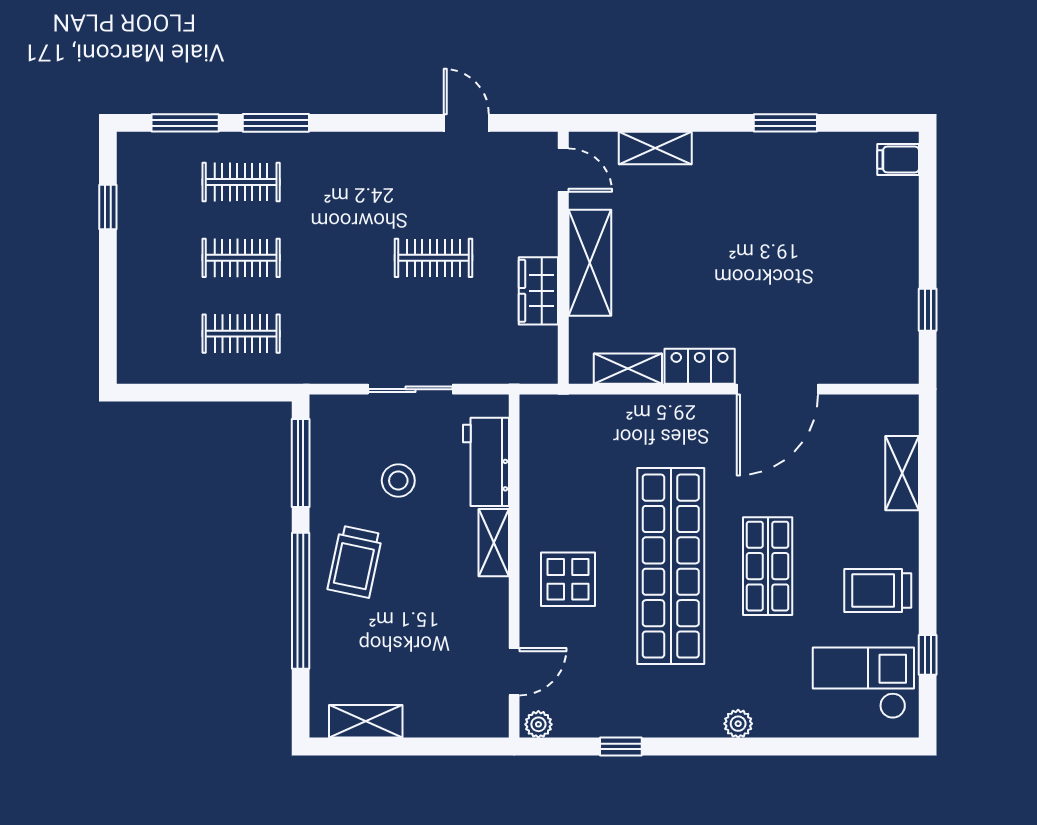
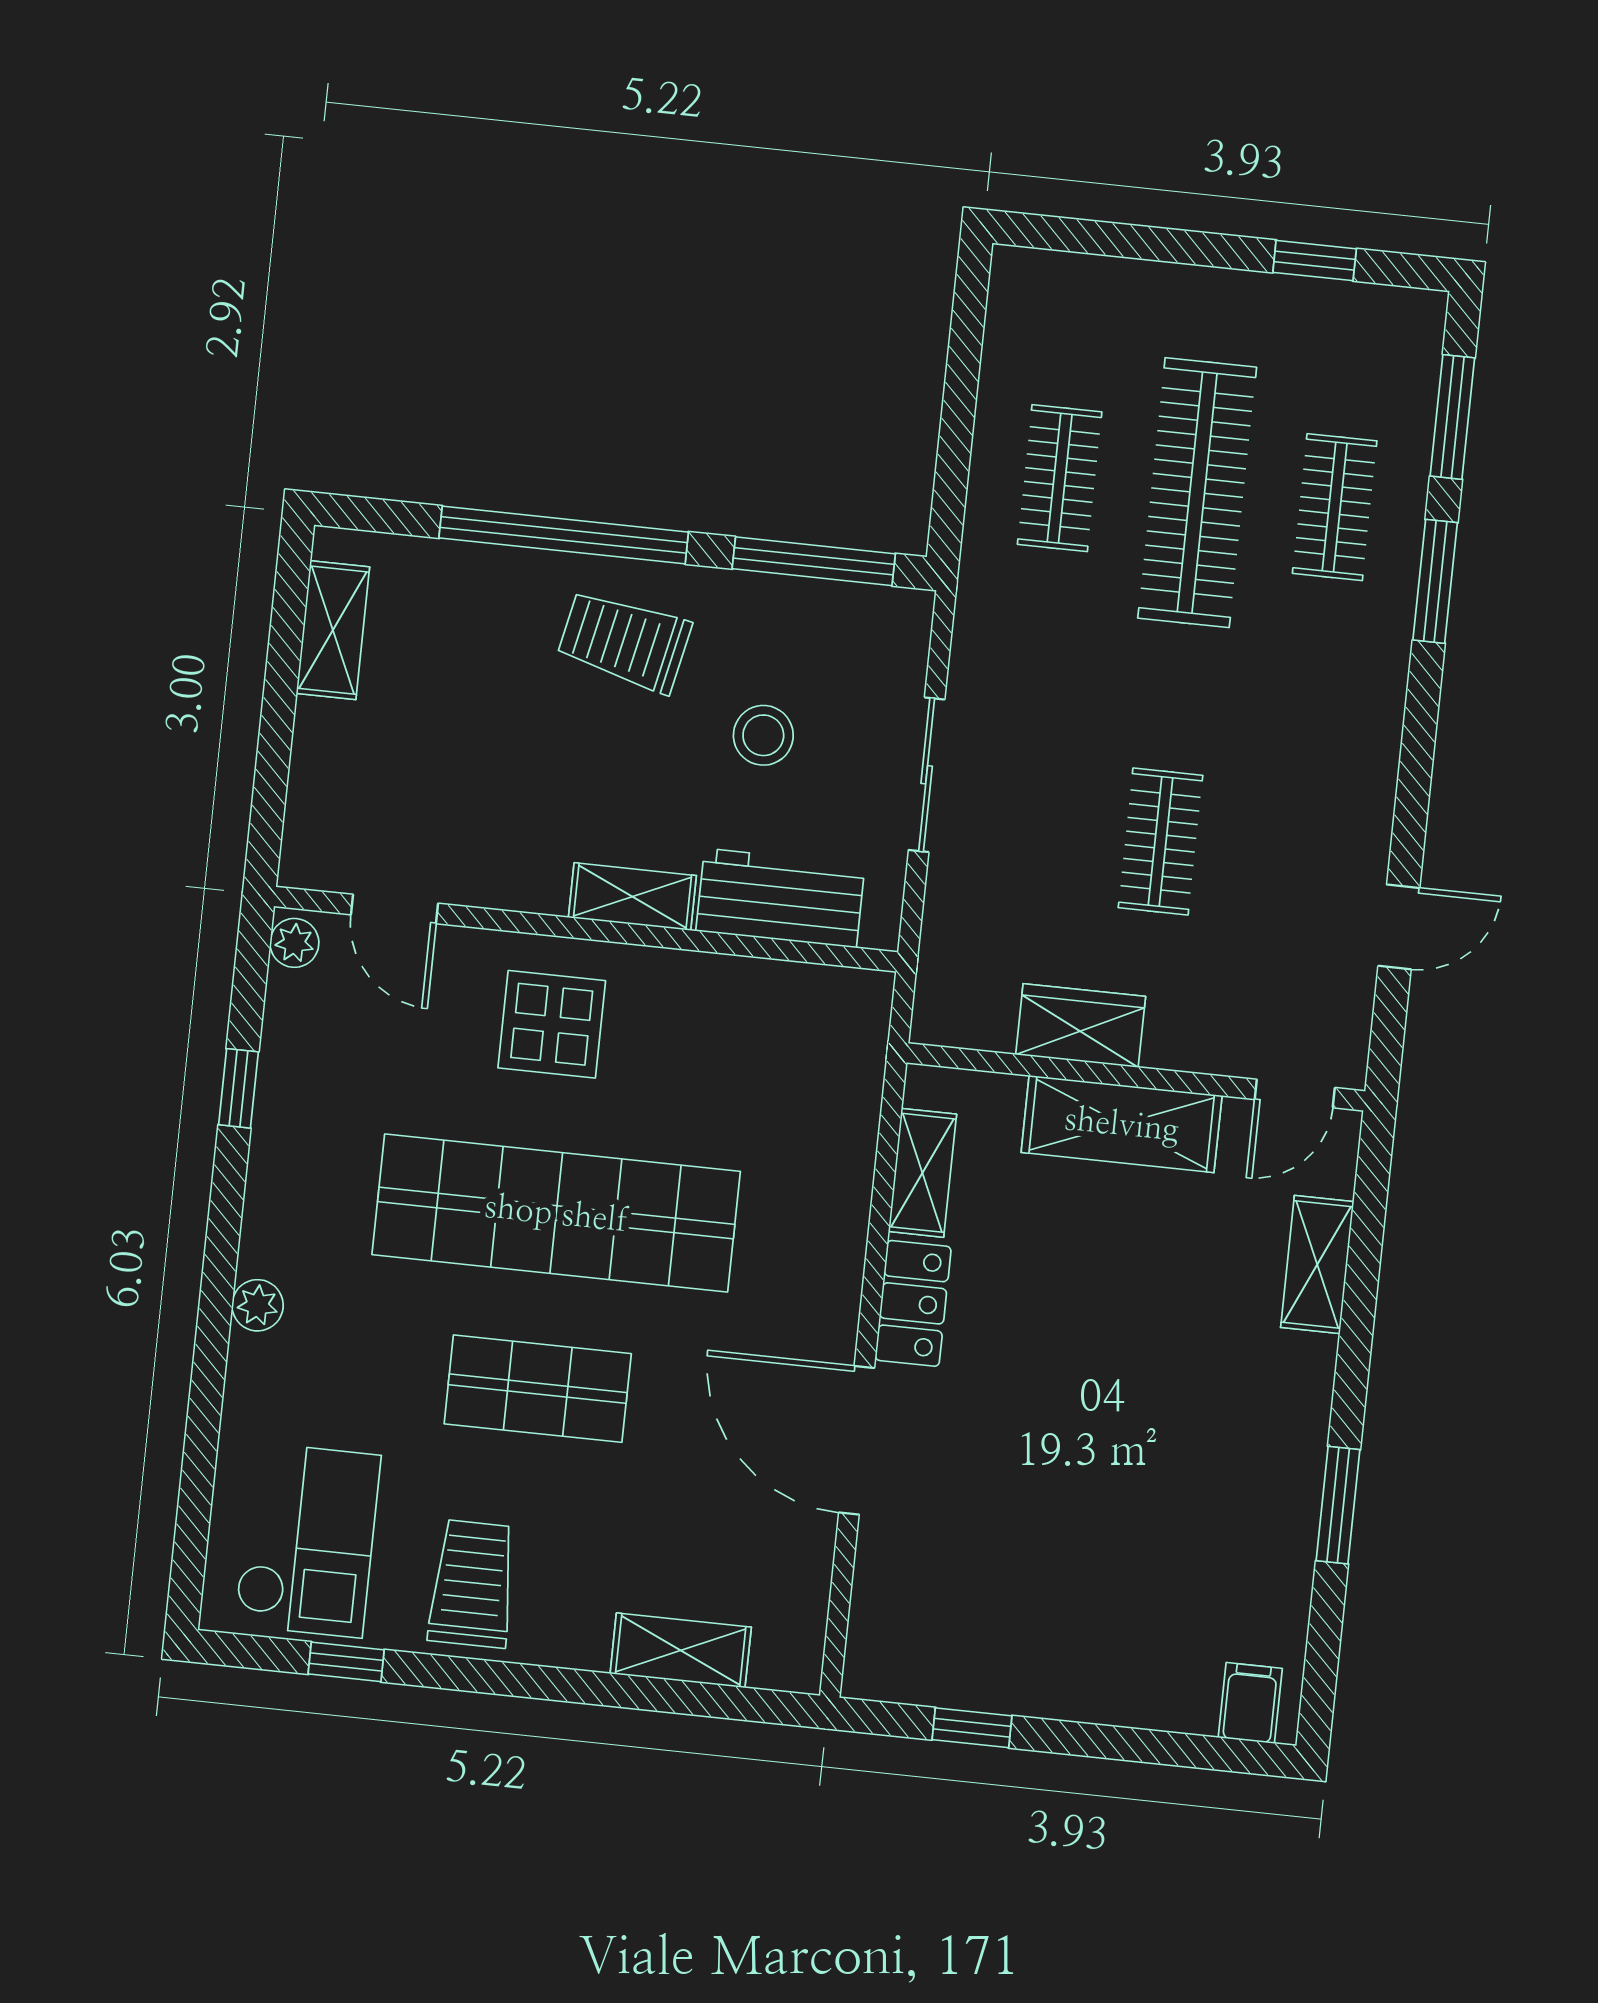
clothes rail: (241, 258) -> (1197, 493), width x1.86, depth x1.31

